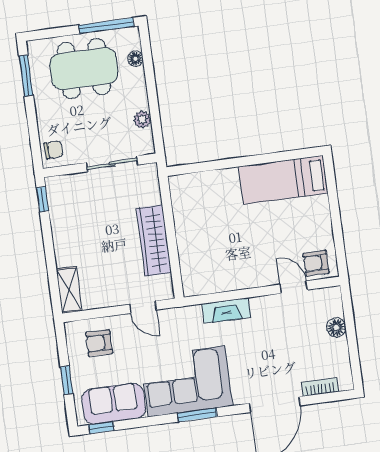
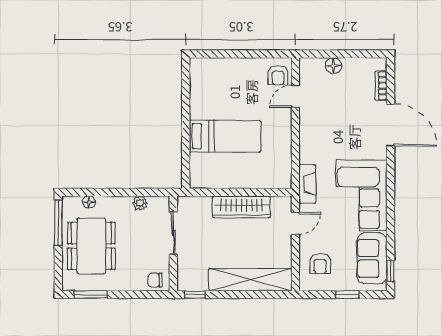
chair: (53, 150) -> (155, 280), turned -88
bed: (283, 180) -> (225, 136), moved, turned -90
shelving: (69, 290) -> (250, 280), width x2.20, depth x1.33
fireplace: (226, 310) -> (307, 184), moved
window: (197, 415) -> (391, 190), removed

